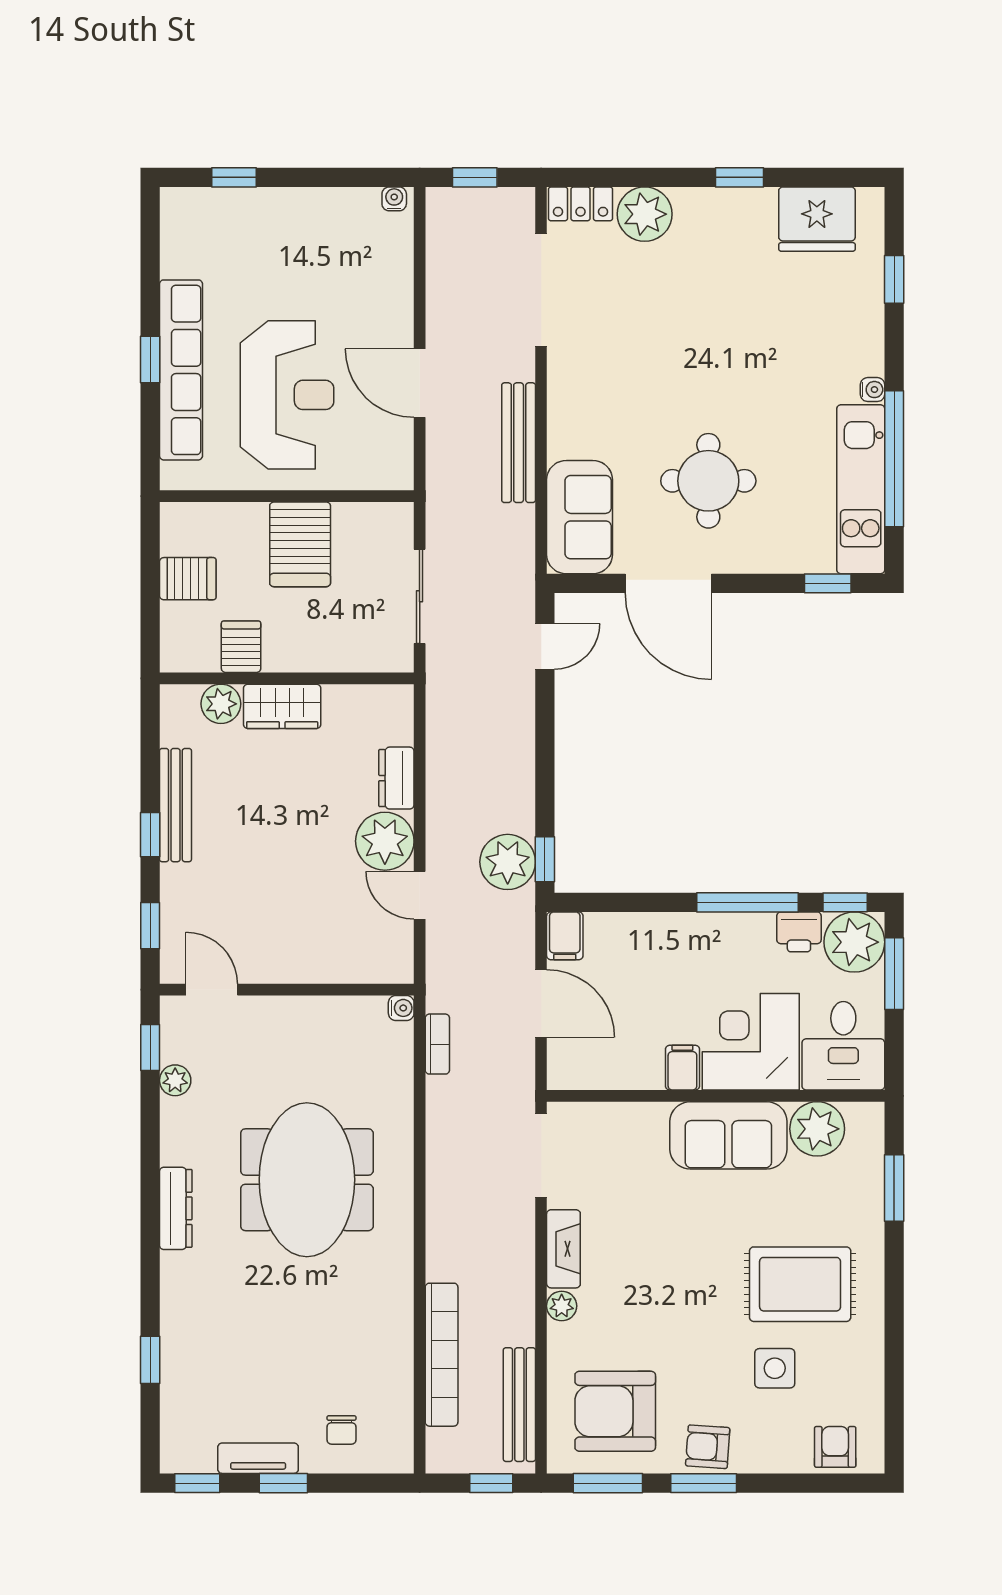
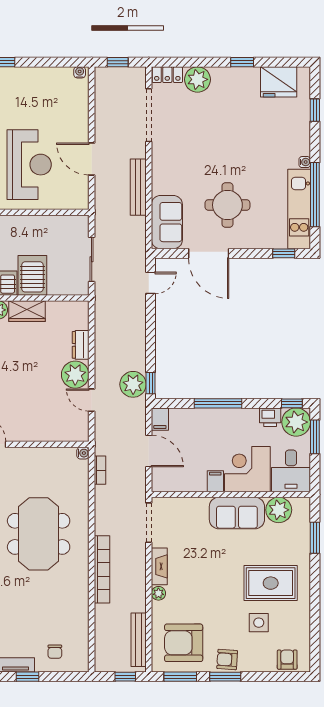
server rack: (300, 544) -> (32, 275), moved, turned 180
window: (748, 902) -> (218, 403), moved
bookcase: (442, 1355) -> (102, 569), moved

